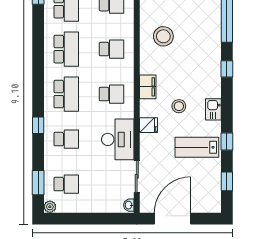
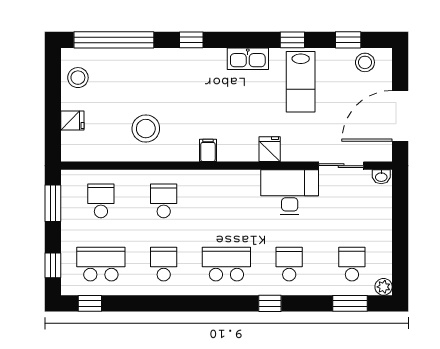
school desk: (66, 49) -> (164, 264), width x0.54
filing cabinet: (148, 87) -> (208, 150), width x0.50
school desk: (112, 94) -> (226, 201), removed
stool: (179, 106) -> (365, 62), moved
kitchen sink: (213, 109) -> (248, 59), width x1.38
door: (172, 219) -> (400, 116), hinge flipped

